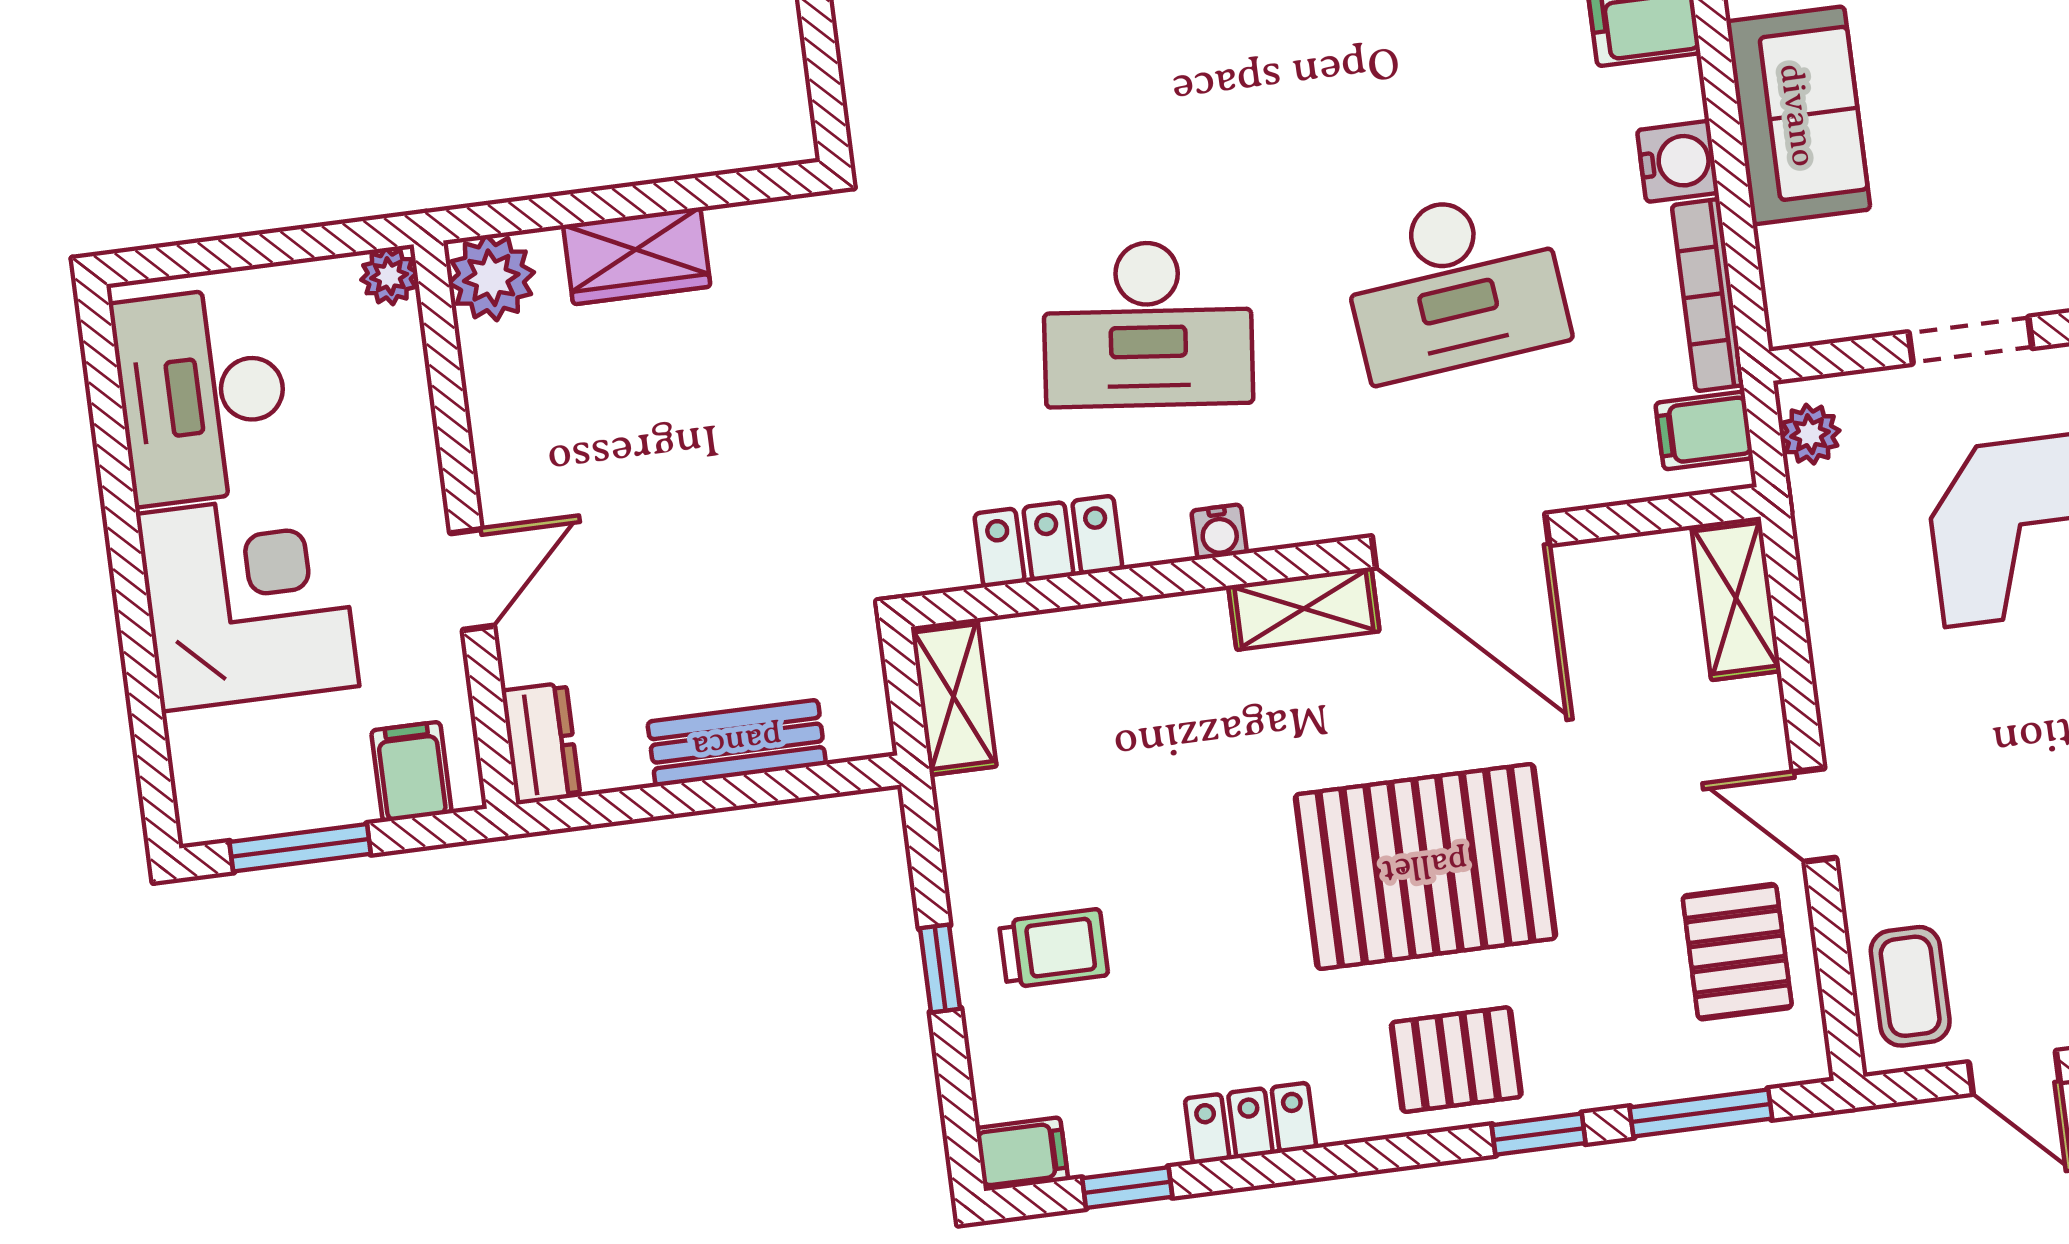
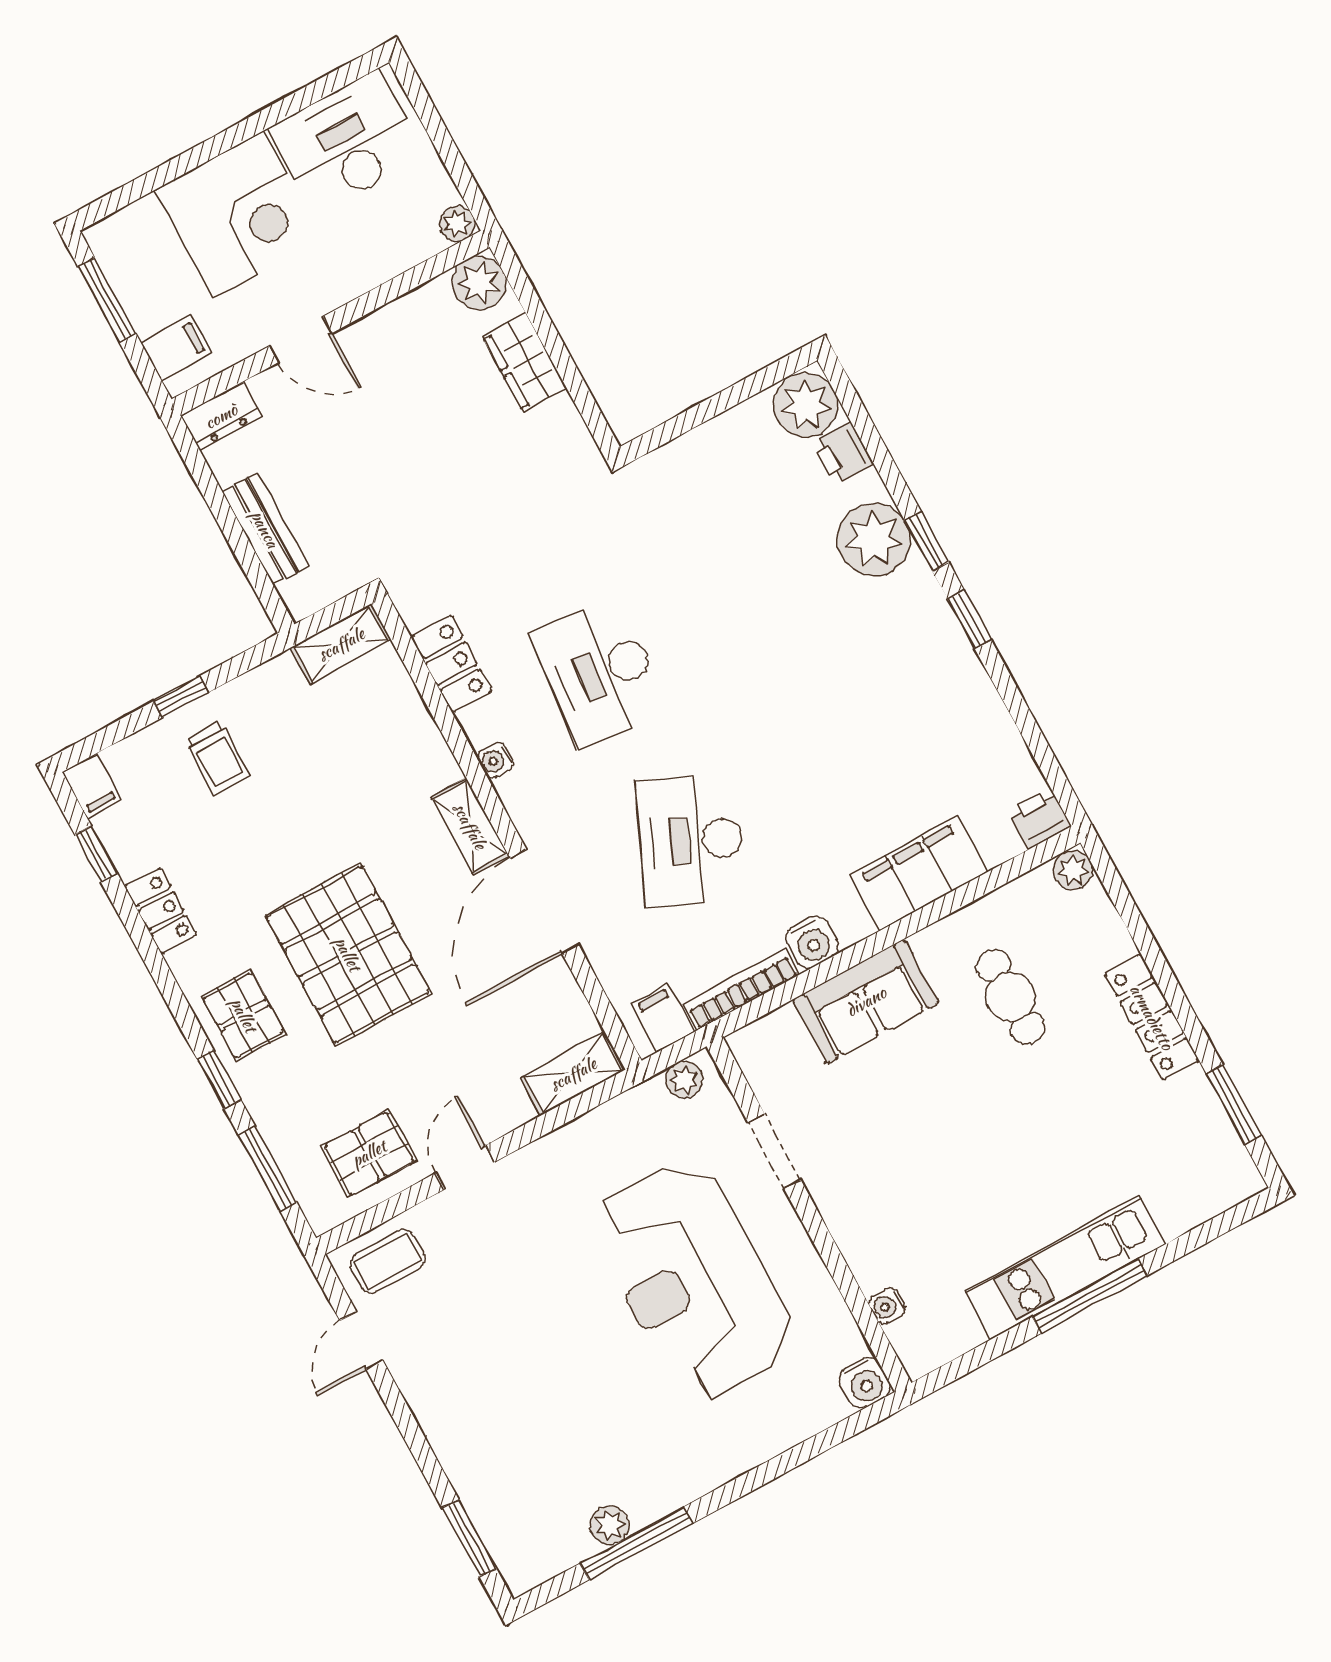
desk: (1454, 284) -> (691, 840), turned 30

